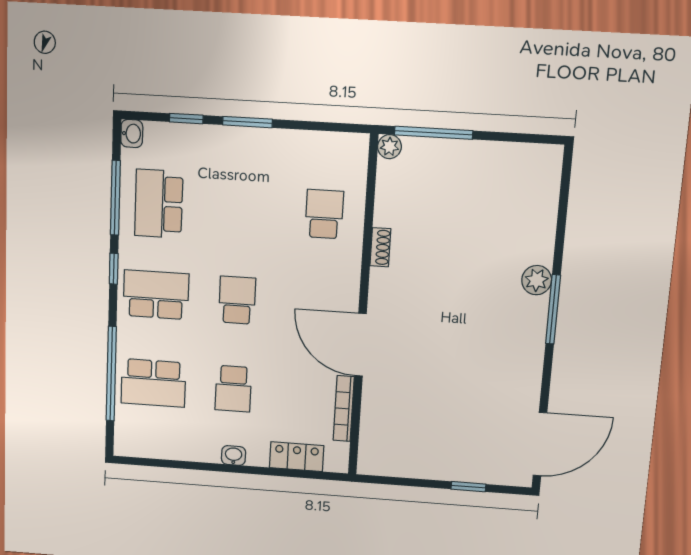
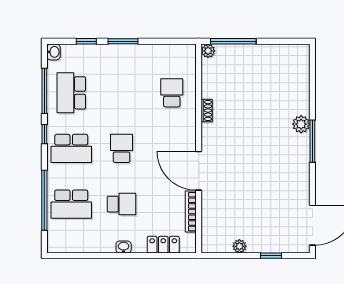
school desk: (156, 295) -> (71, 148), turned 180
school desk: (233, 389) -> (122, 204), turned -90
plant: (419, 468) -> (239, 246), added

